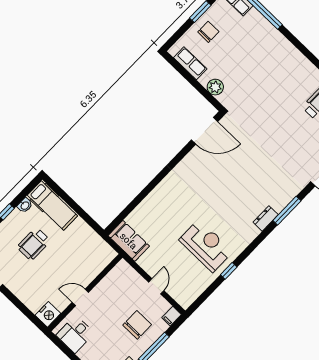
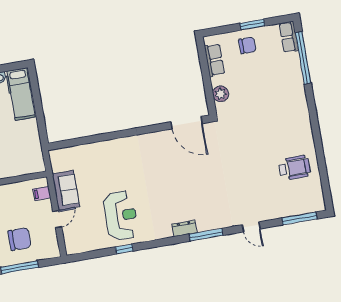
sofa: (129, 241) -> (66, 190), moved
filing cabinet: (172, 316) -> (42, 193), moved

